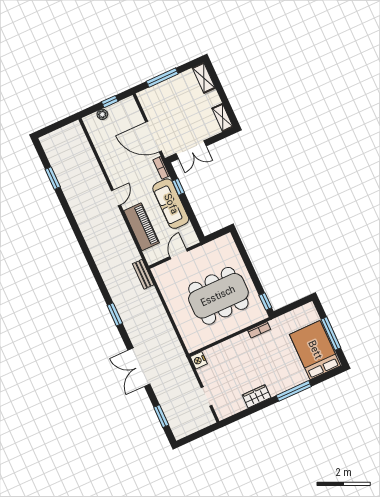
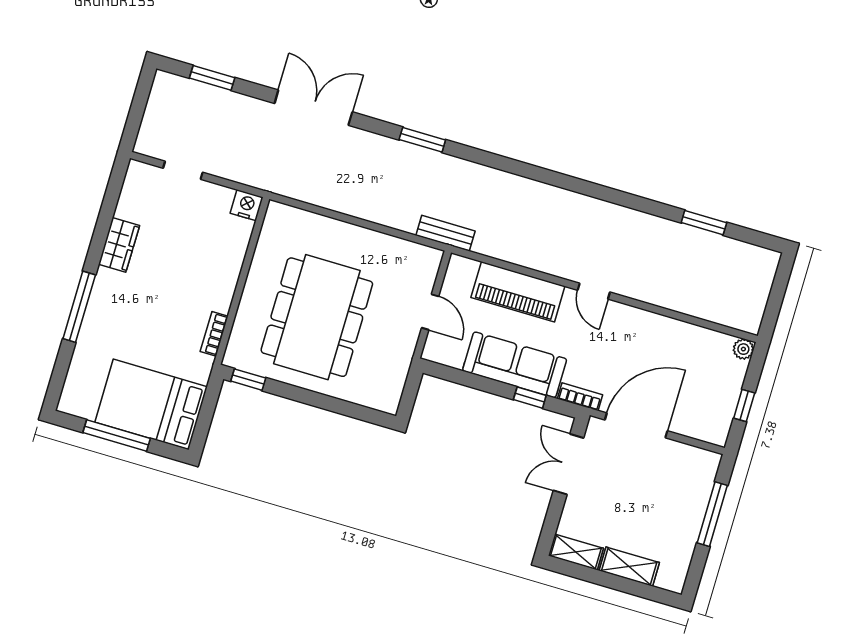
shelving: (204, 78) -> (629, 567), moved
plant: (102, 114) -> (743, 349), moved
bed: (315, 350) -> (151, 404), moved, turned 180

